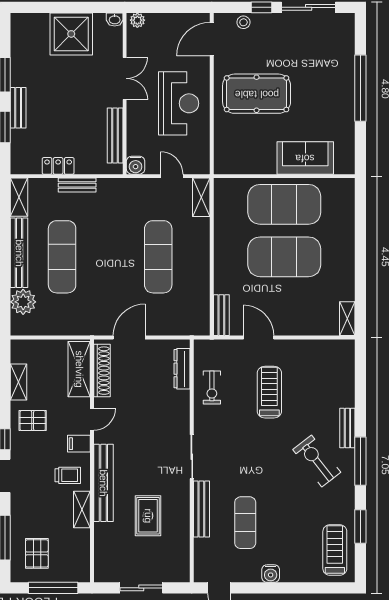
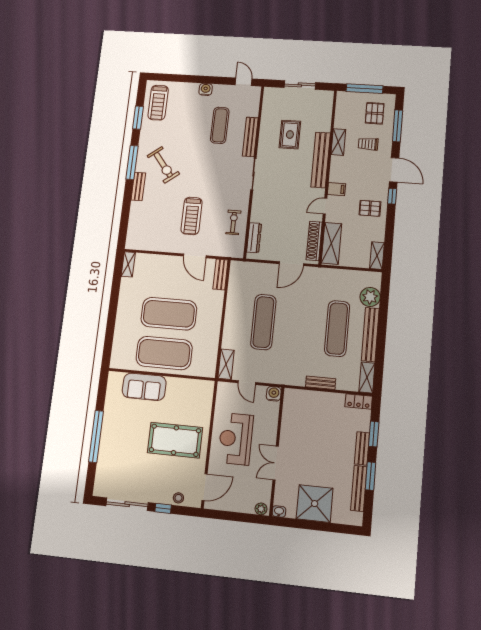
bench: (115, 135) -> (359, 488), moved
locker: (58, 166) -> (359, 401), moved
shelving: (19, 382) -> (377, 256), moved
trolley: (68, 475) -> (368, 144), moved

